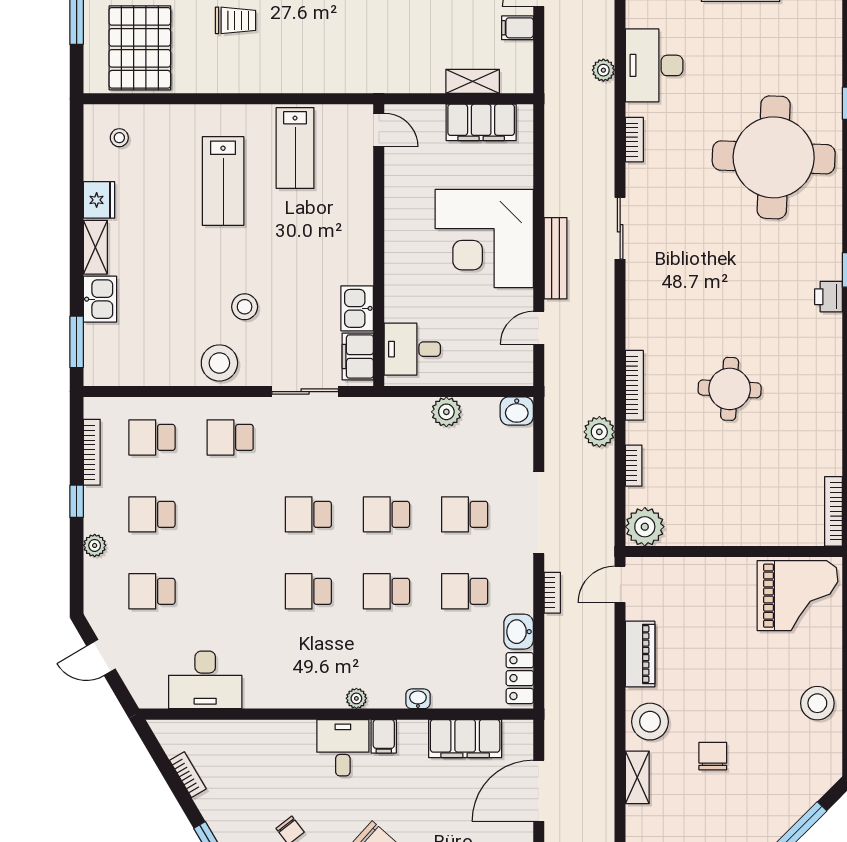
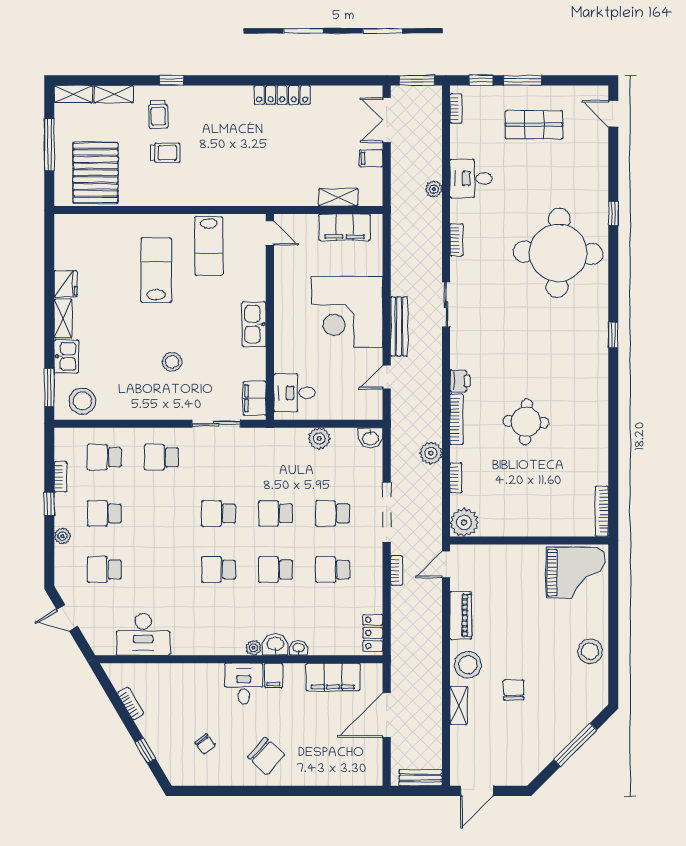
desk: (654, 65) -> (471, 178), width x0.73
stool: (119, 138) -> (80, 238), removed
lab bench: (223, 181) -> (156, 270), turned 180
printer: (829, 297) -> (460, 381), moved, turned 180
kitchen sink: (357, 308) -> (254, 324), moved, width x1.38
stool: (219, 363) -> (82, 401), moved
bookcase: (92, 452) -> (60, 477), width x0.64
washbasin: (519, 632) -> (275, 645), moved, turned 90

